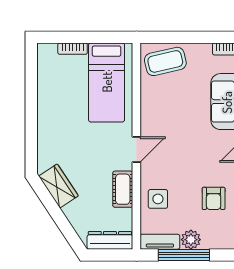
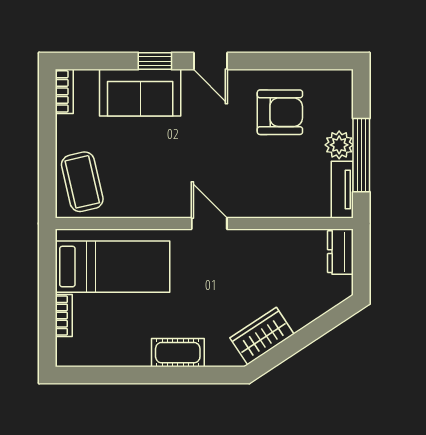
cot: (123, 189) -> (178, 353), moved
armchair: (214, 198) -> (280, 112), width x1.38, depth x1.38
side table: (158, 199) -> (281, 192), removed
dresser: (110, 240) -> (340, 252), width x0.70

